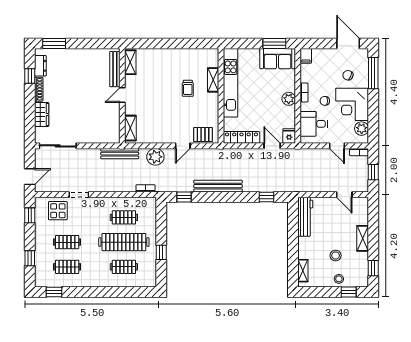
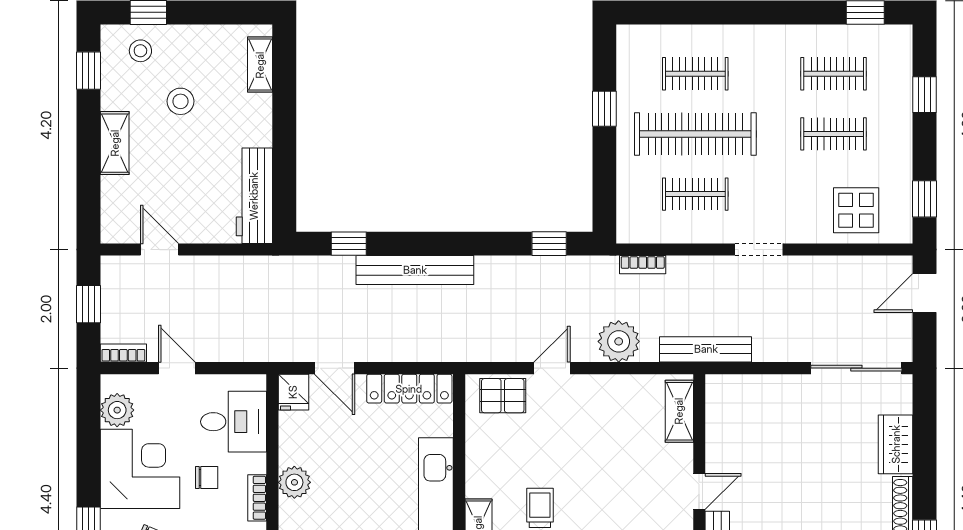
bench: (218, 186) -> (415, 270), moved
doorway: (79, 195) -> (759, 250), moved
stool: (339, 279) -> (140, 51), moved

